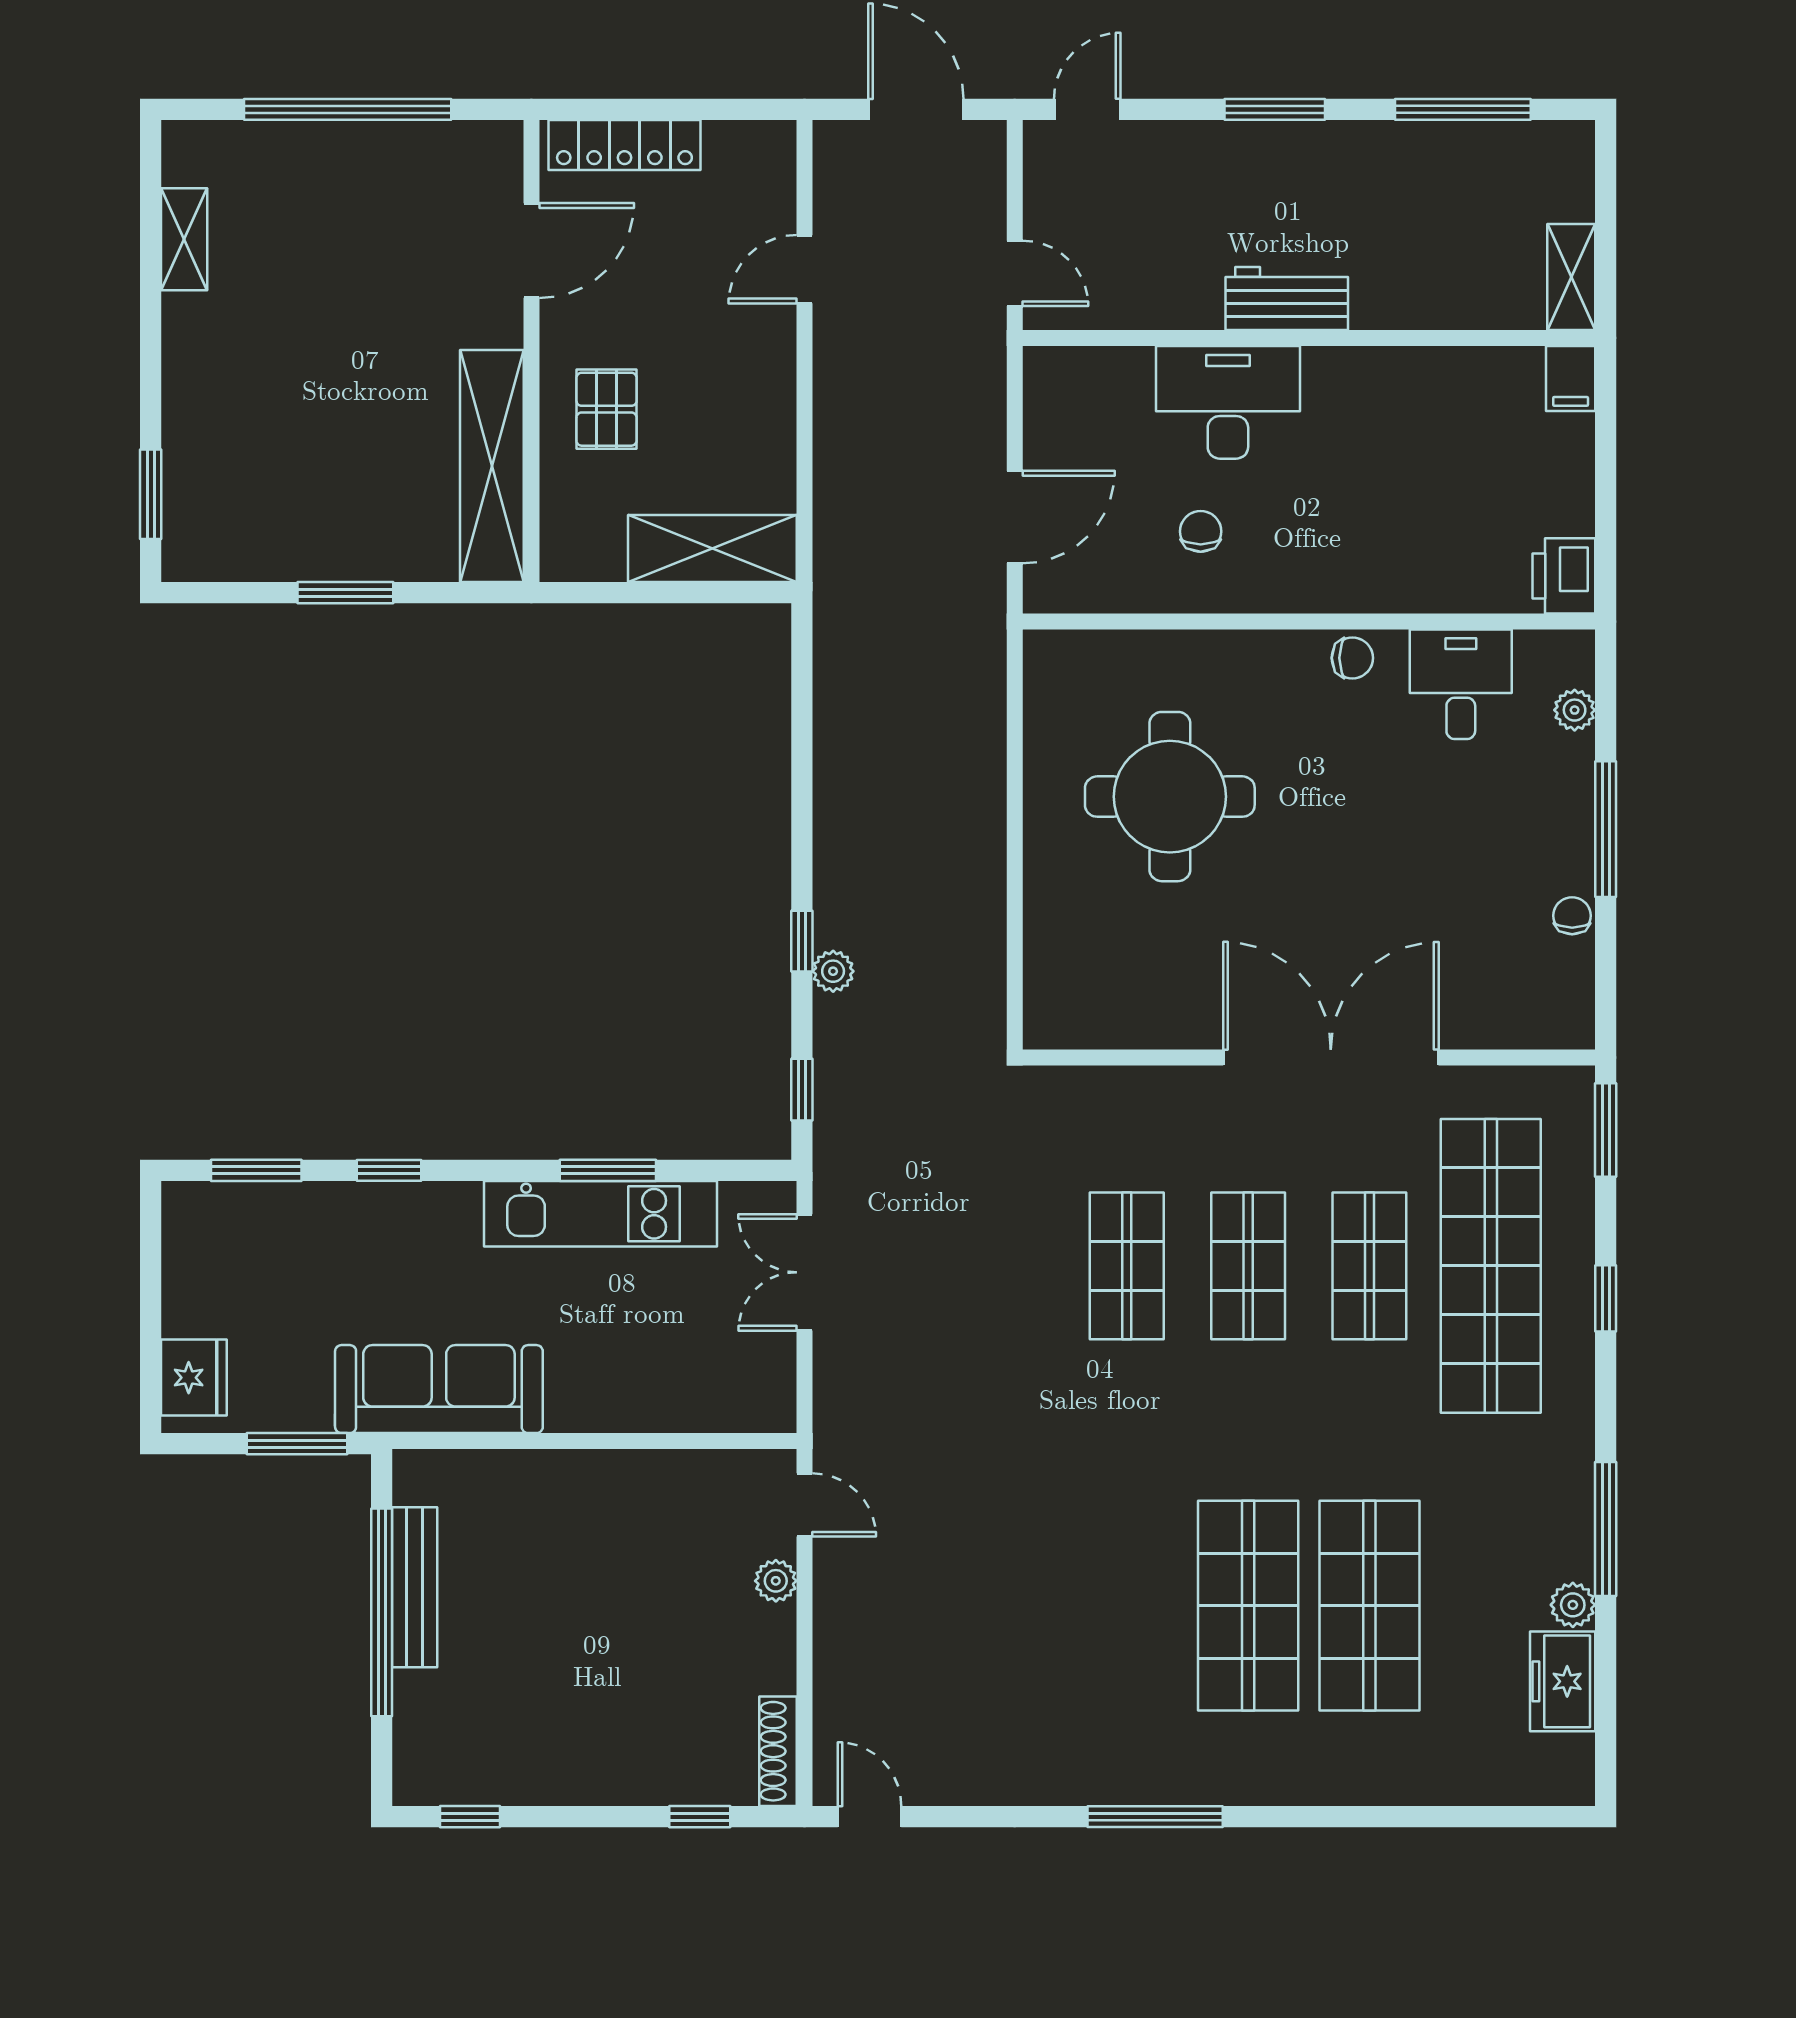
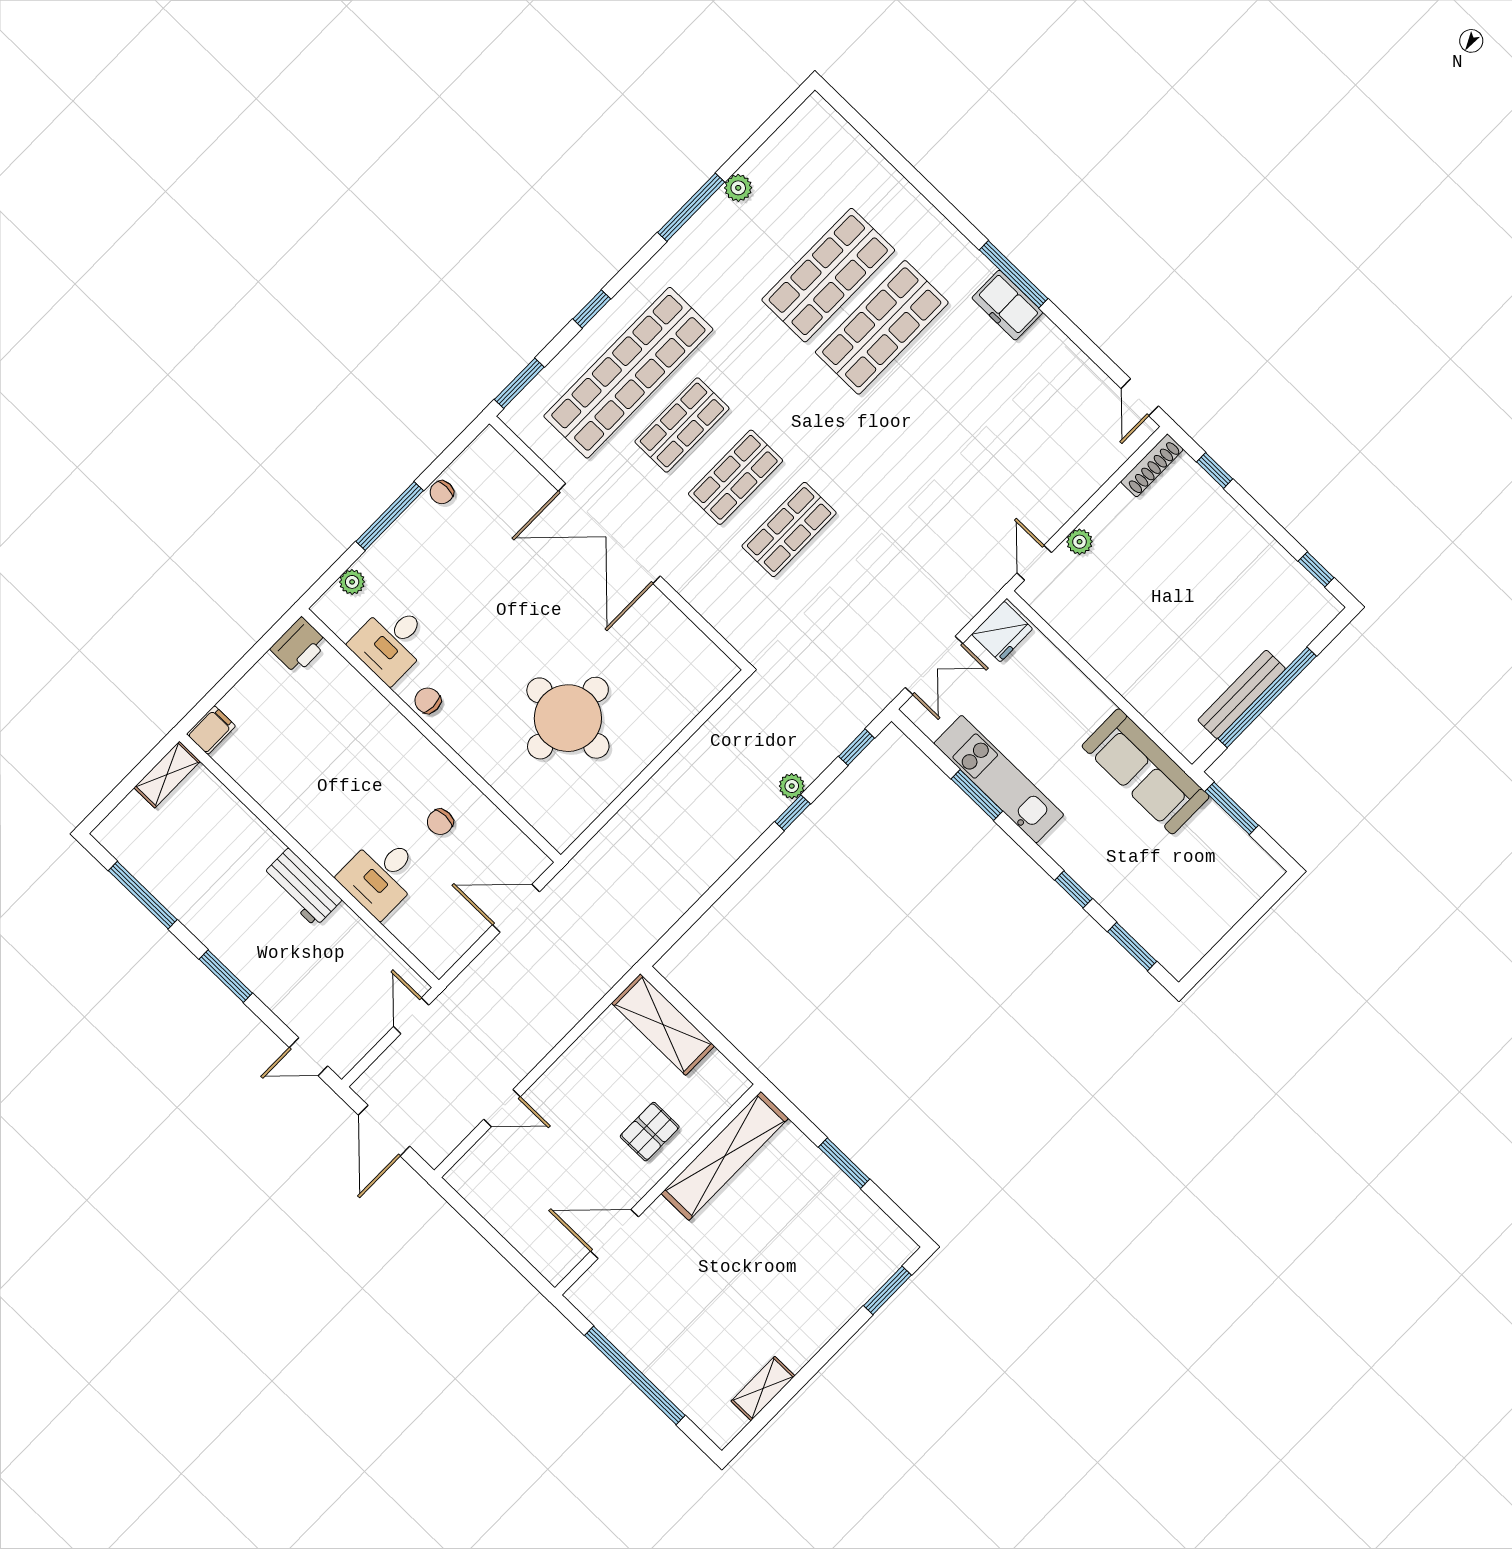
locker: (624, 145) -> (528, 1240), removed
desk: (1228, 402) -> (381, 875), width x0.73
fridge: (194, 1378) -> (1002, 632), moved, turned 180
freezer: (1563, 1681) -> (1007, 305), moved, turned 90

